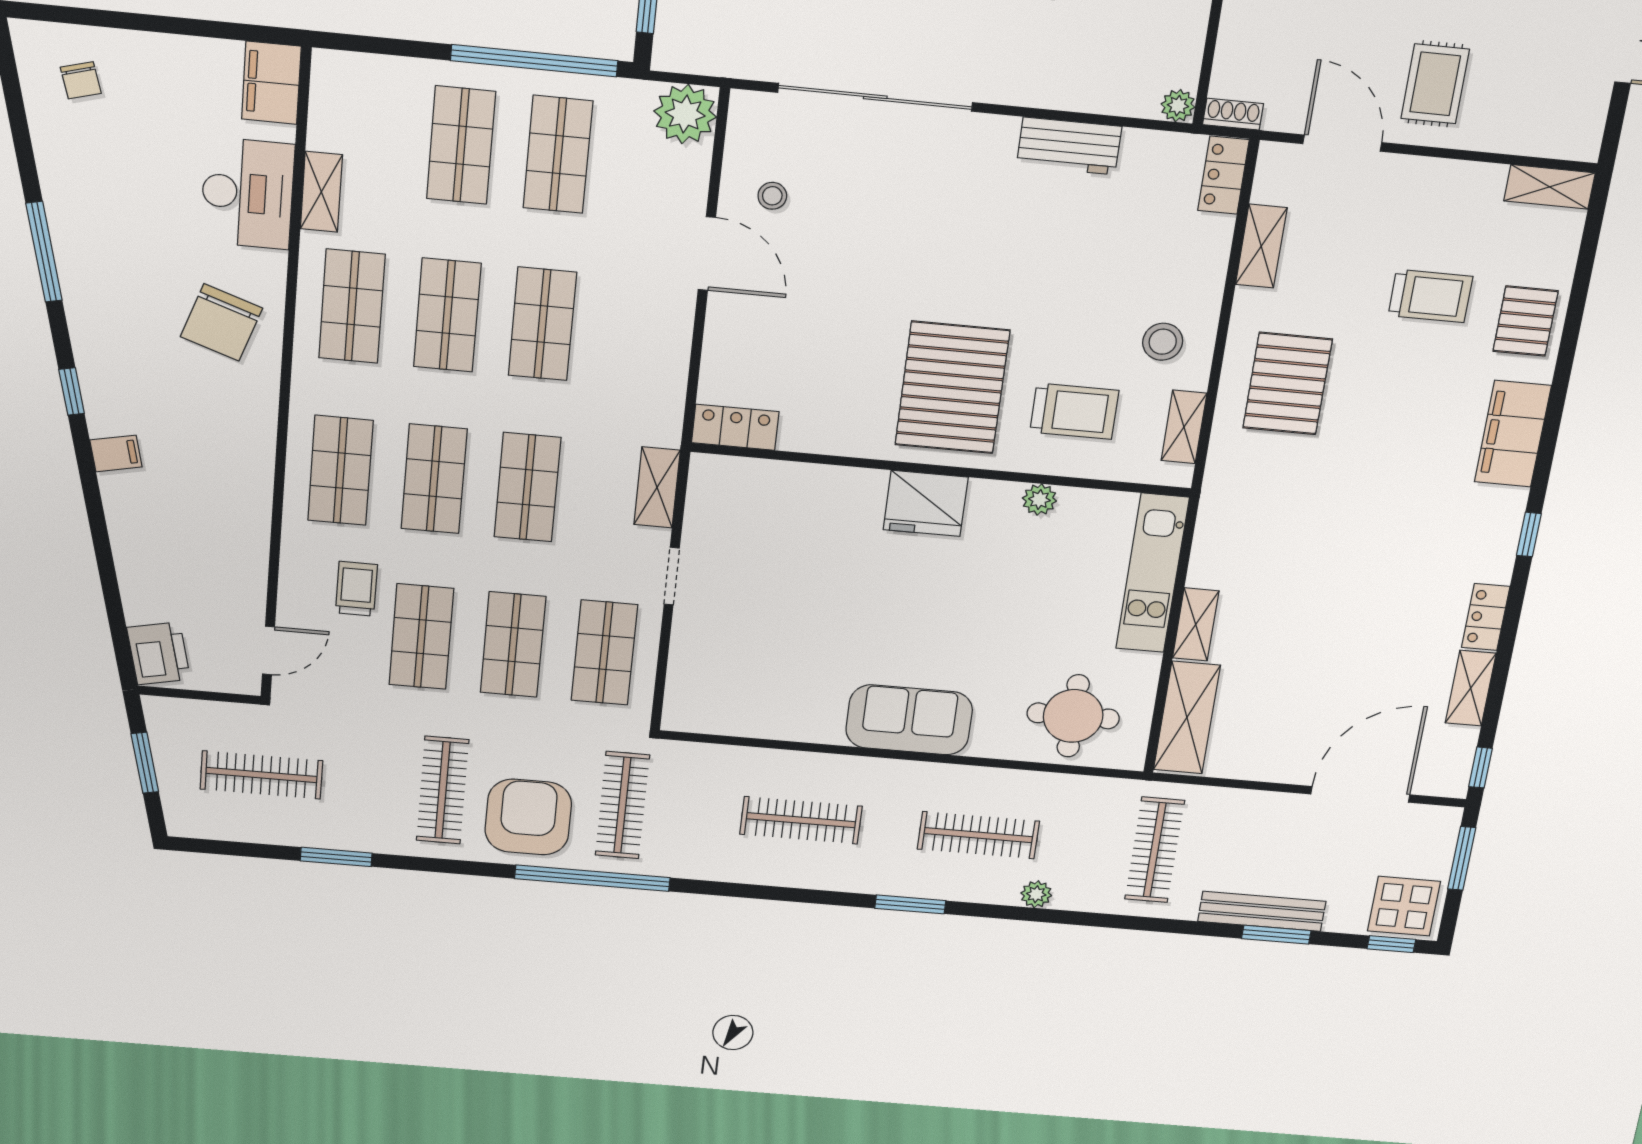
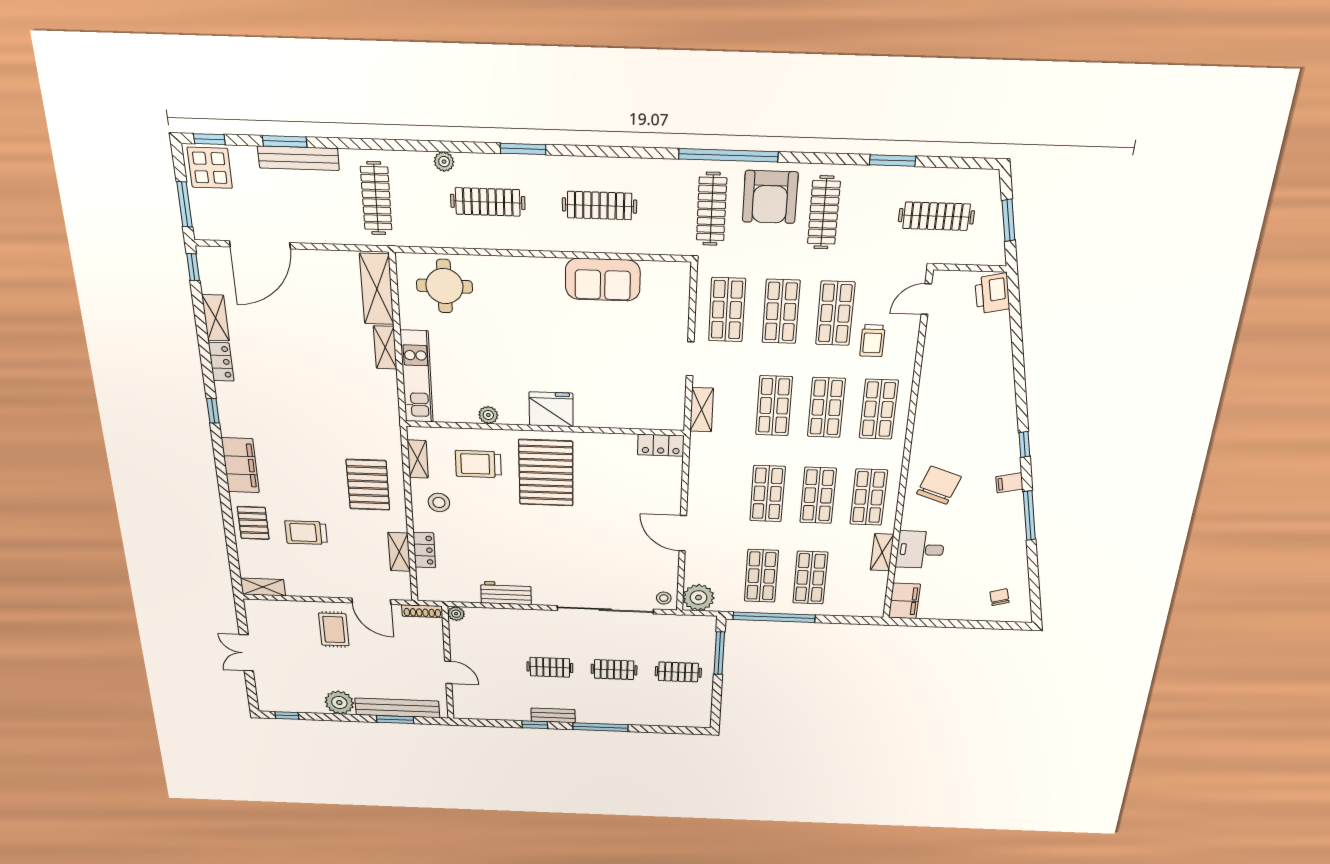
shoe rack: (1233, 114) -> (422, 611), width x1.43
locker: (1223, 175) -> (424, 550), moved
desk: (247, 193) -> (920, 550), width x0.73
stool: (772, 196) -> (664, 598), moved
filing cabinet: (116, 453) -> (1009, 483), moved
sofa: (909, 720) -> (603, 280), moved

